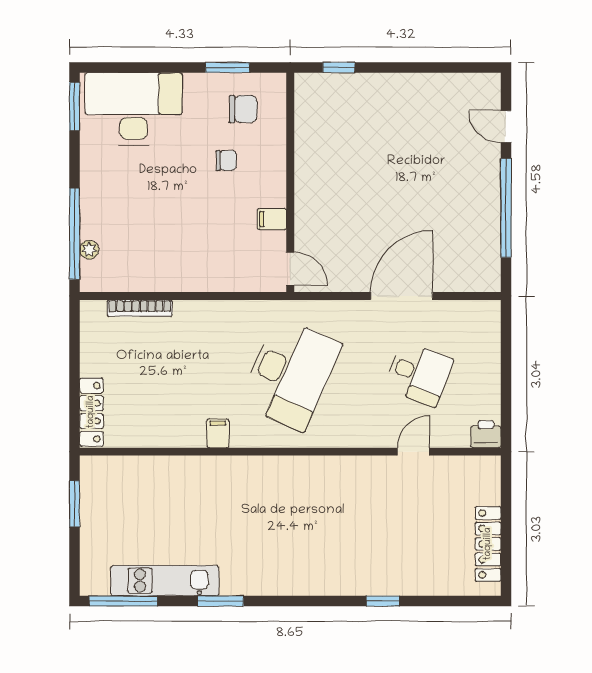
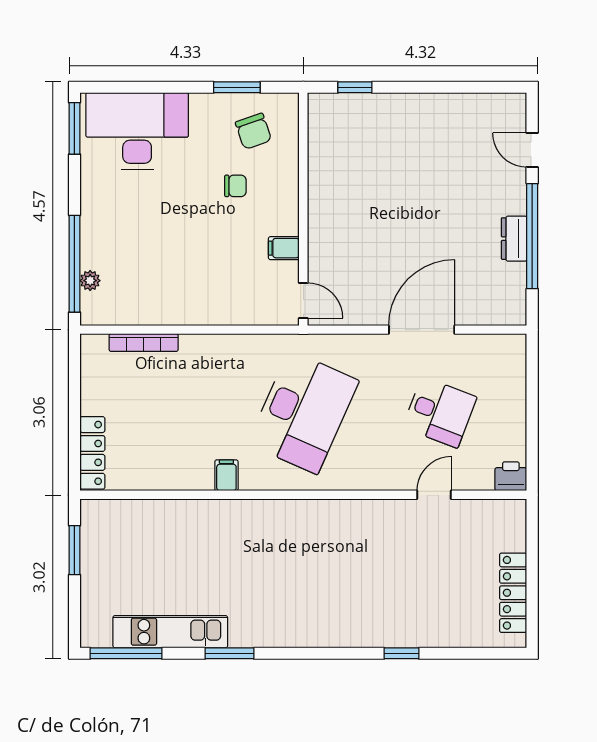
chair: (243, 109) -> (253, 131), turned 71
dresser: (489, 210) -> (514, 239), added

